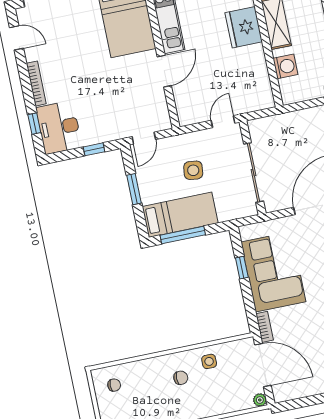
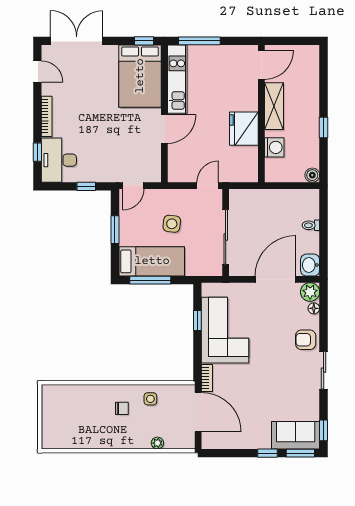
fridge: (244, 27) -> (244, 129), moved
chair: (114, 385) -> (60, 402), removed
plant: (260, 400) -> (157, 443), moved

